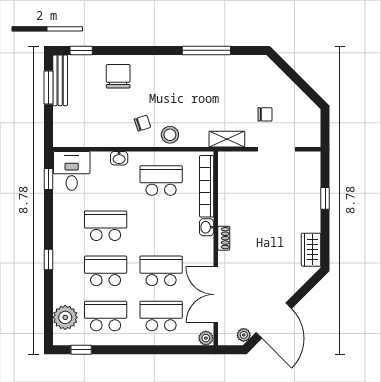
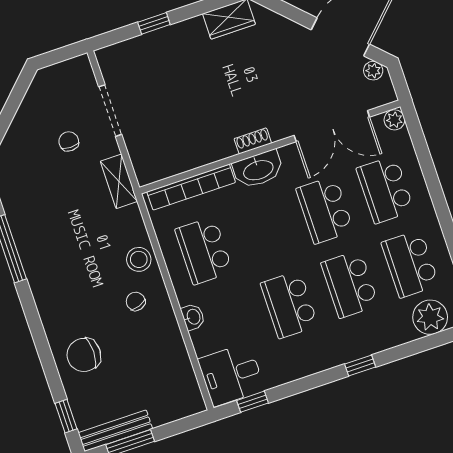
washbasin: (207, 227) -> (258, 169), width x1.91, depth x1.45

